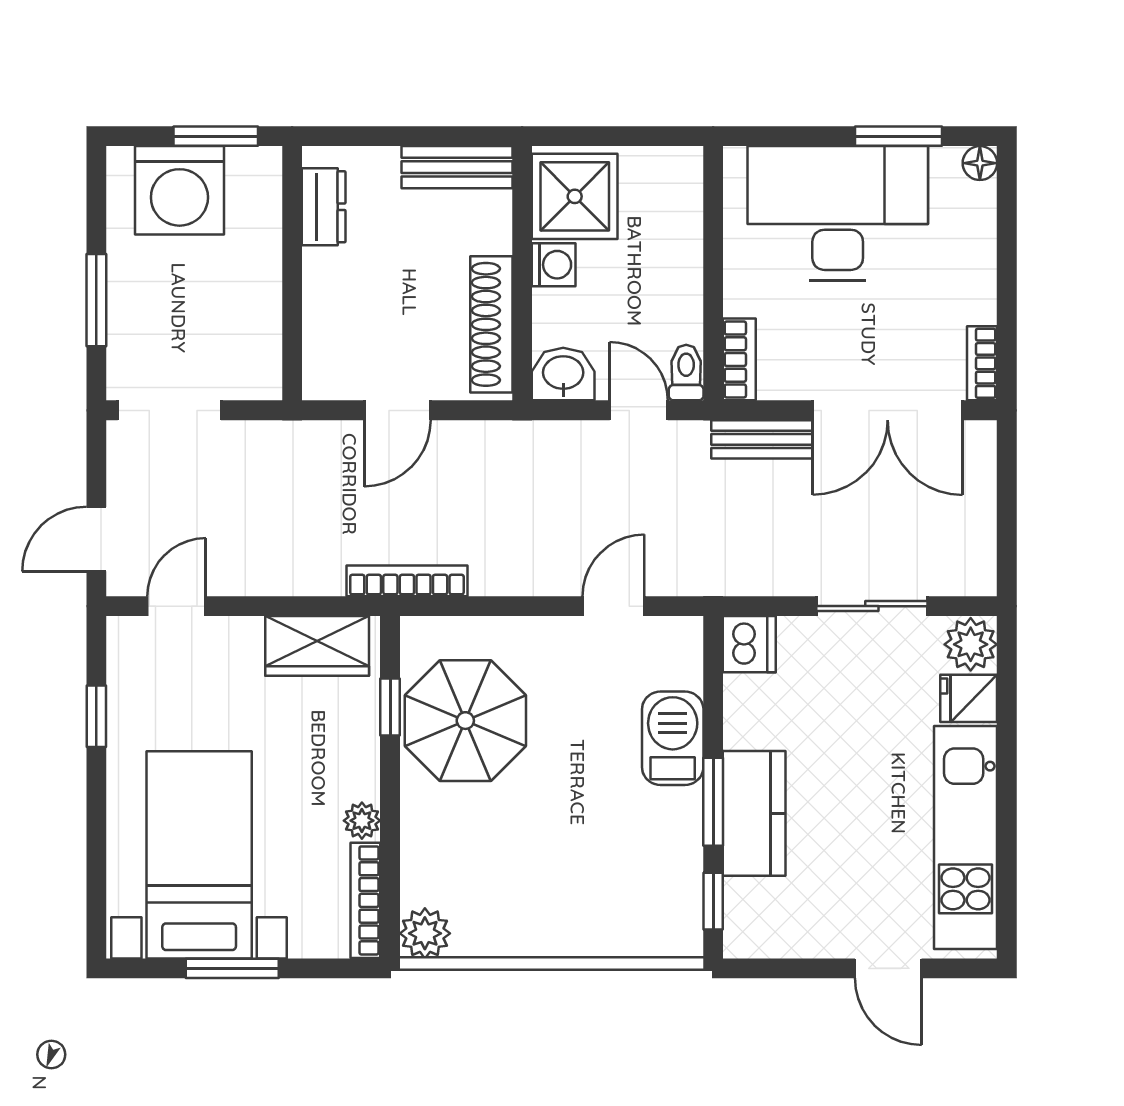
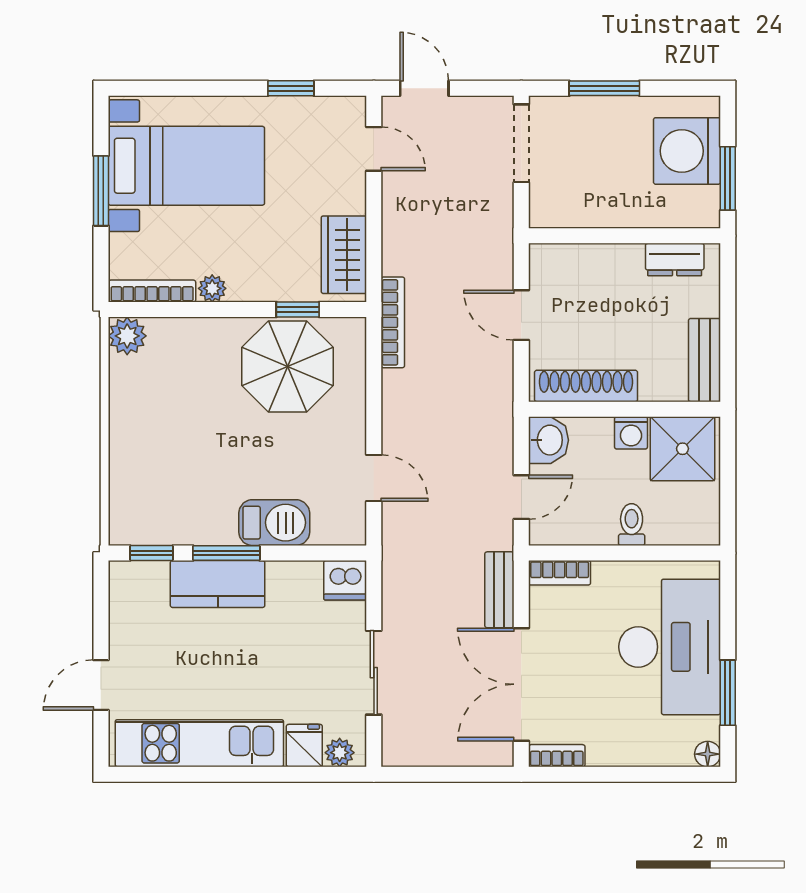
toilet: (686, 373) -> (632, 525), moved, turned -90
plant: (971, 644) -> (340, 753), width x0.73, depth x0.73

